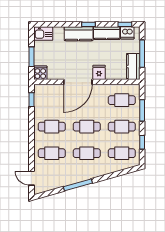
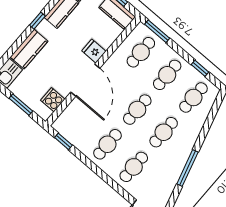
kitchen counter: (79, 34) -> (29, 49), moved
cooker: (40, 73) -> (53, 100), moved
window: (142, 110) -> (157, 31), moved

